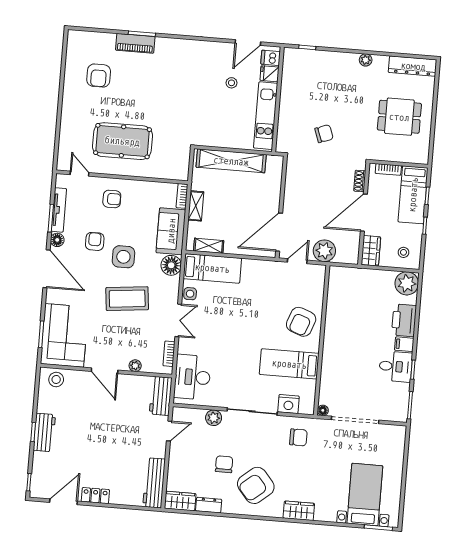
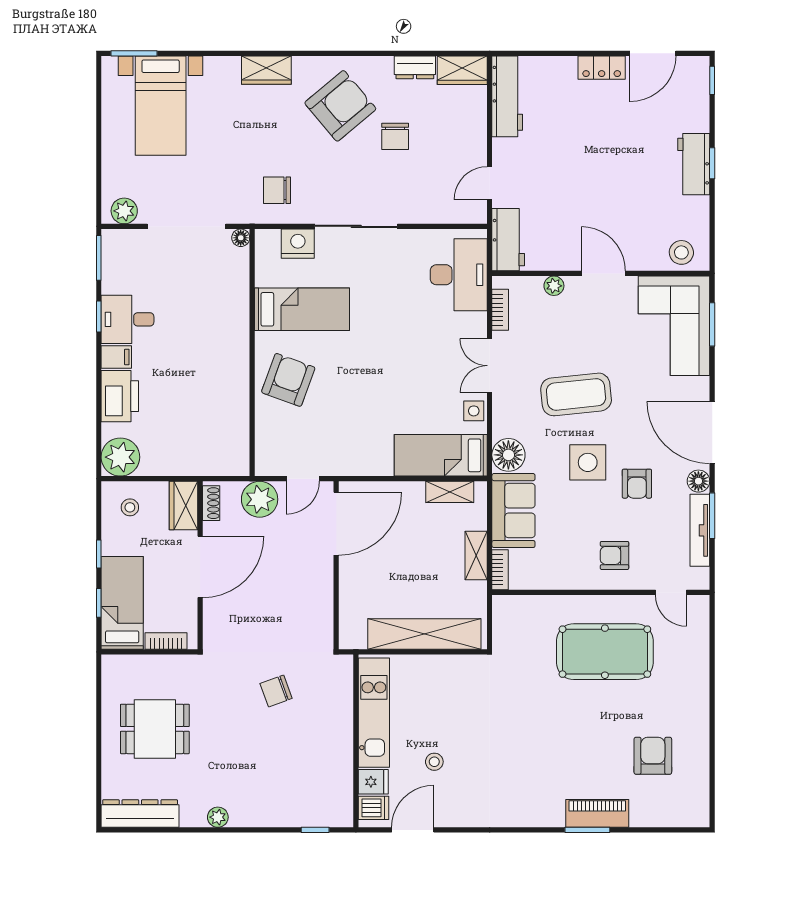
shoe rack: (360, 181) -> (211, 503), moved
plant: (214, 418) -> (124, 211), moved

